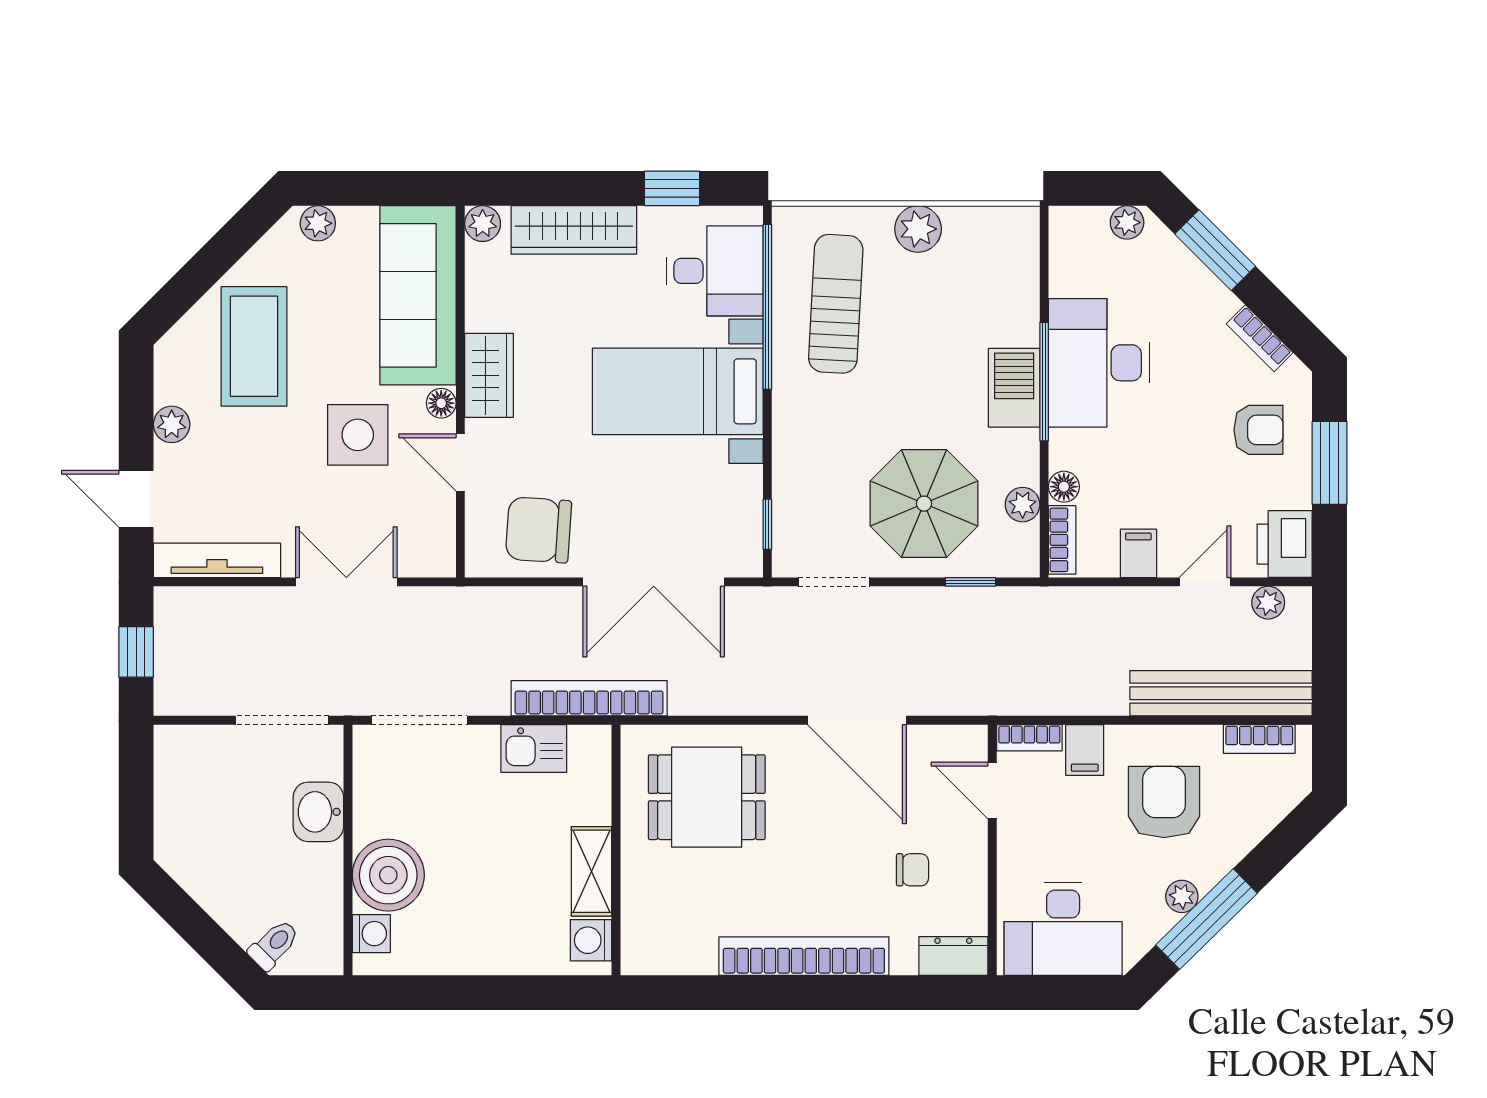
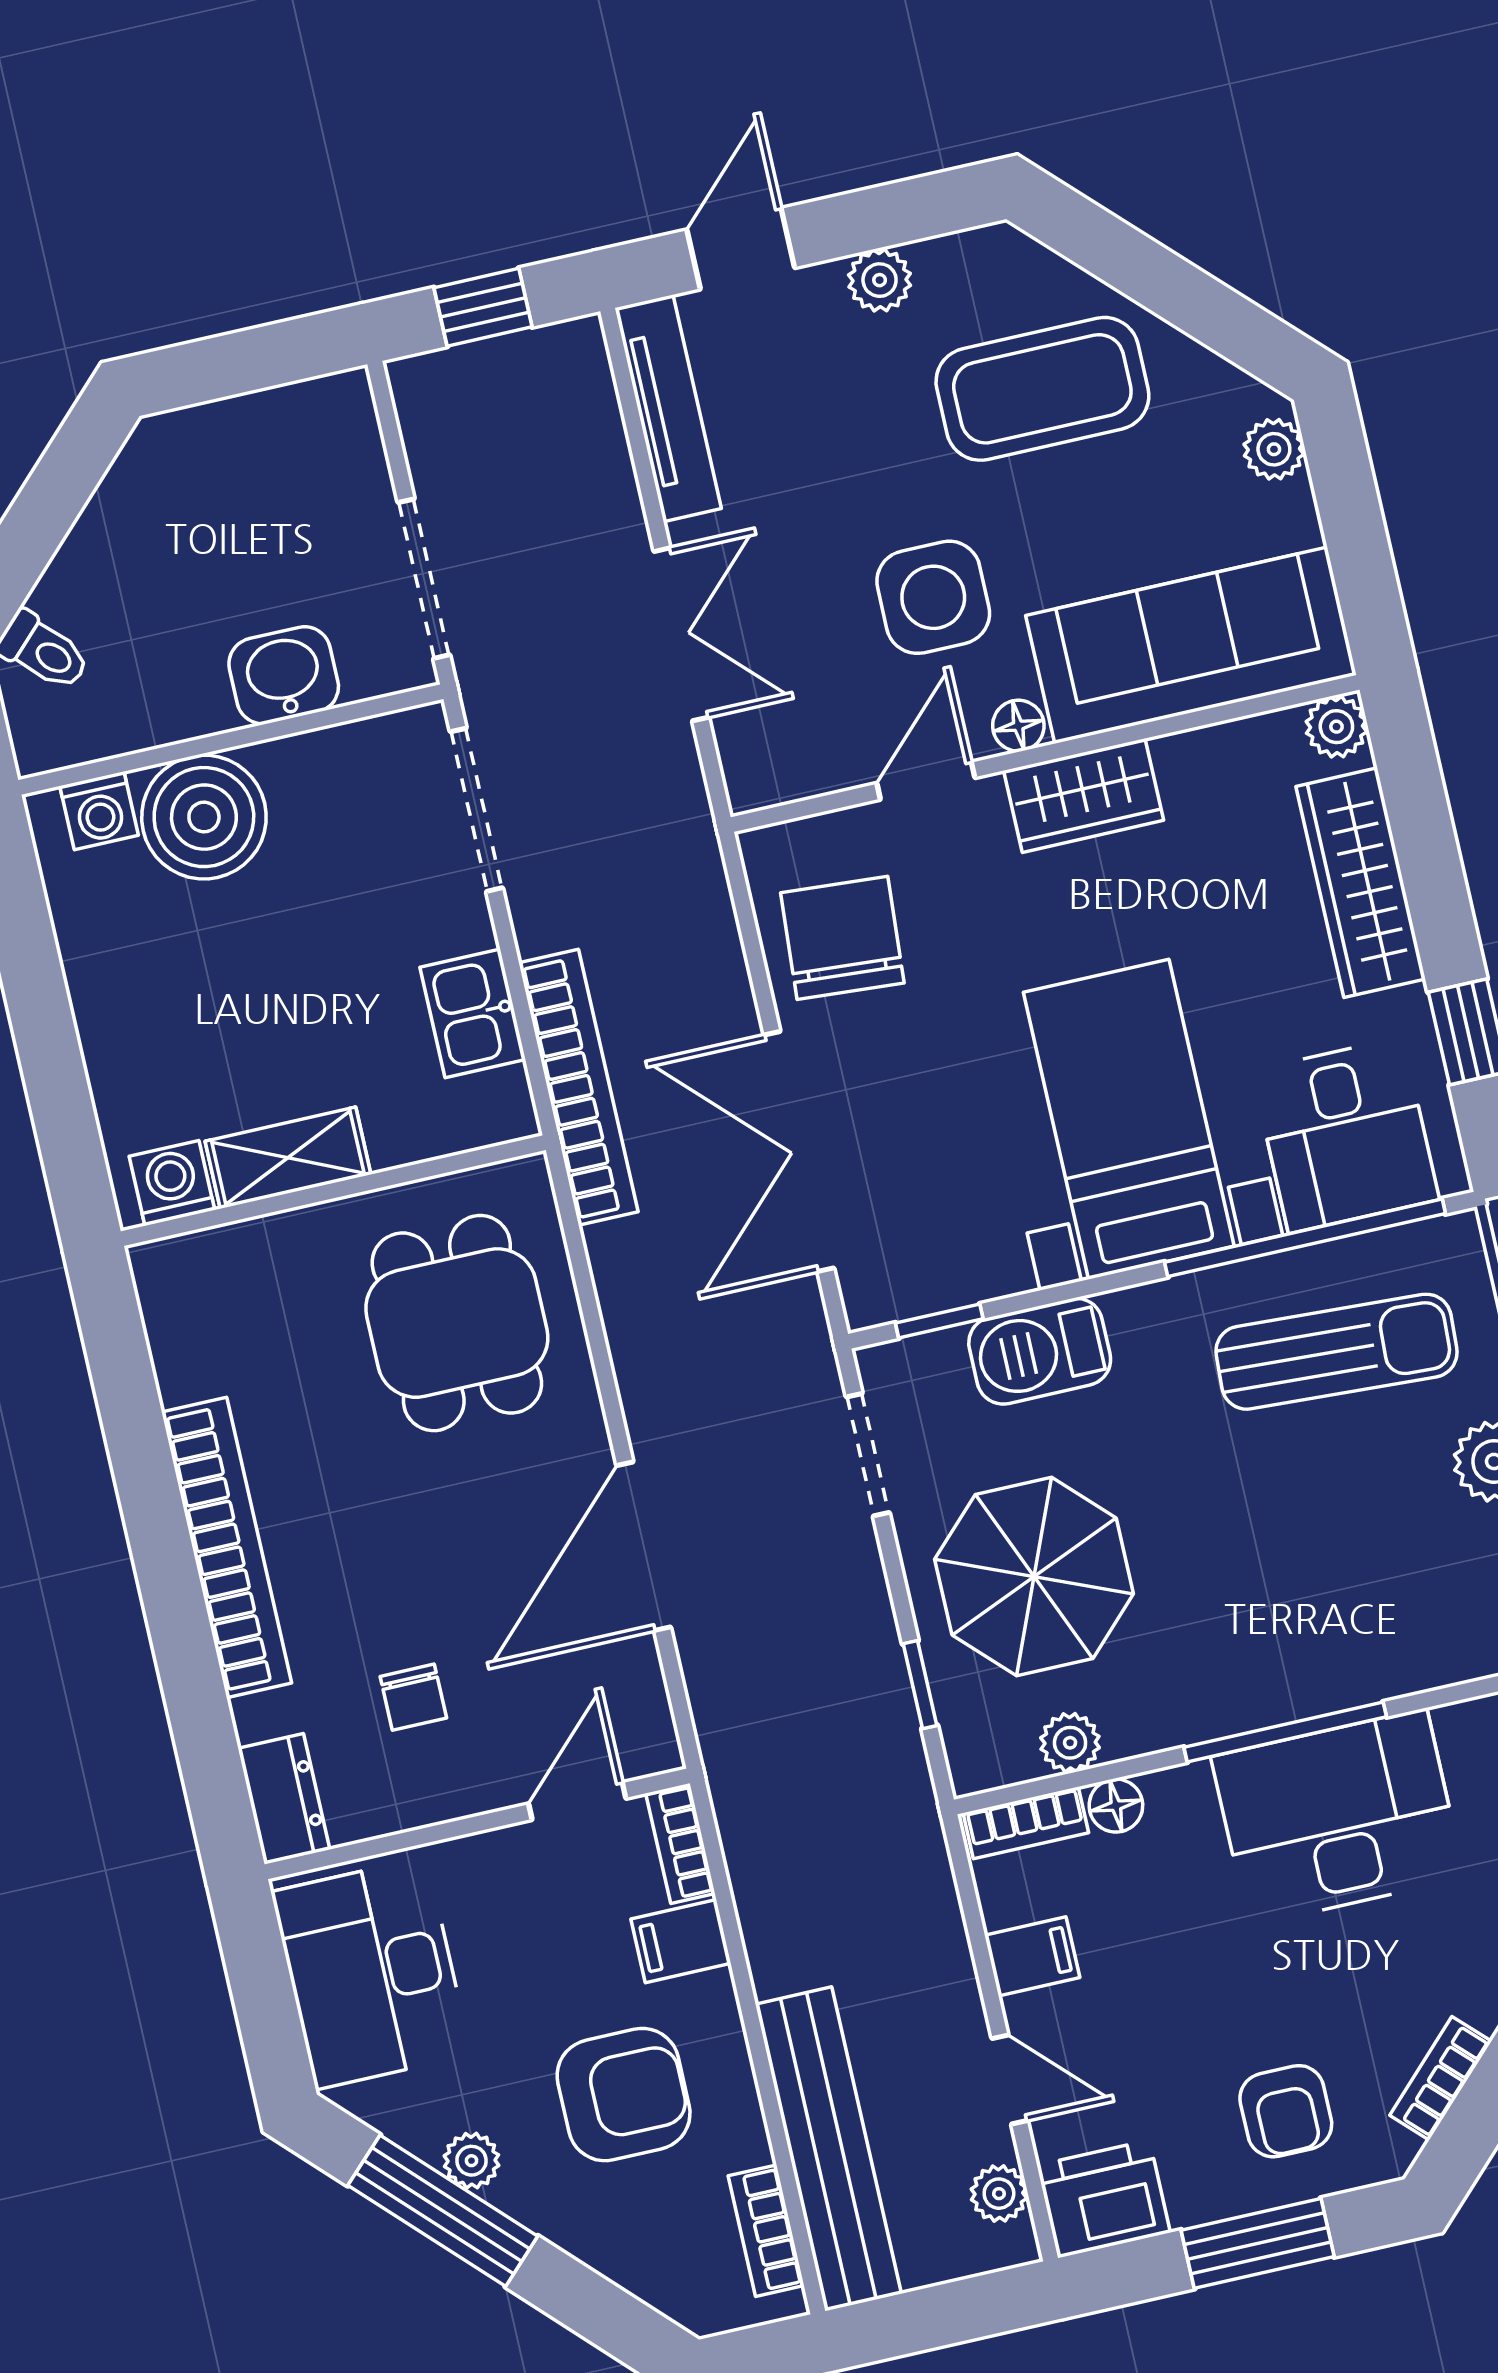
barbecue: (1014, 388) -> (1040, 1351), moved, turned 180

